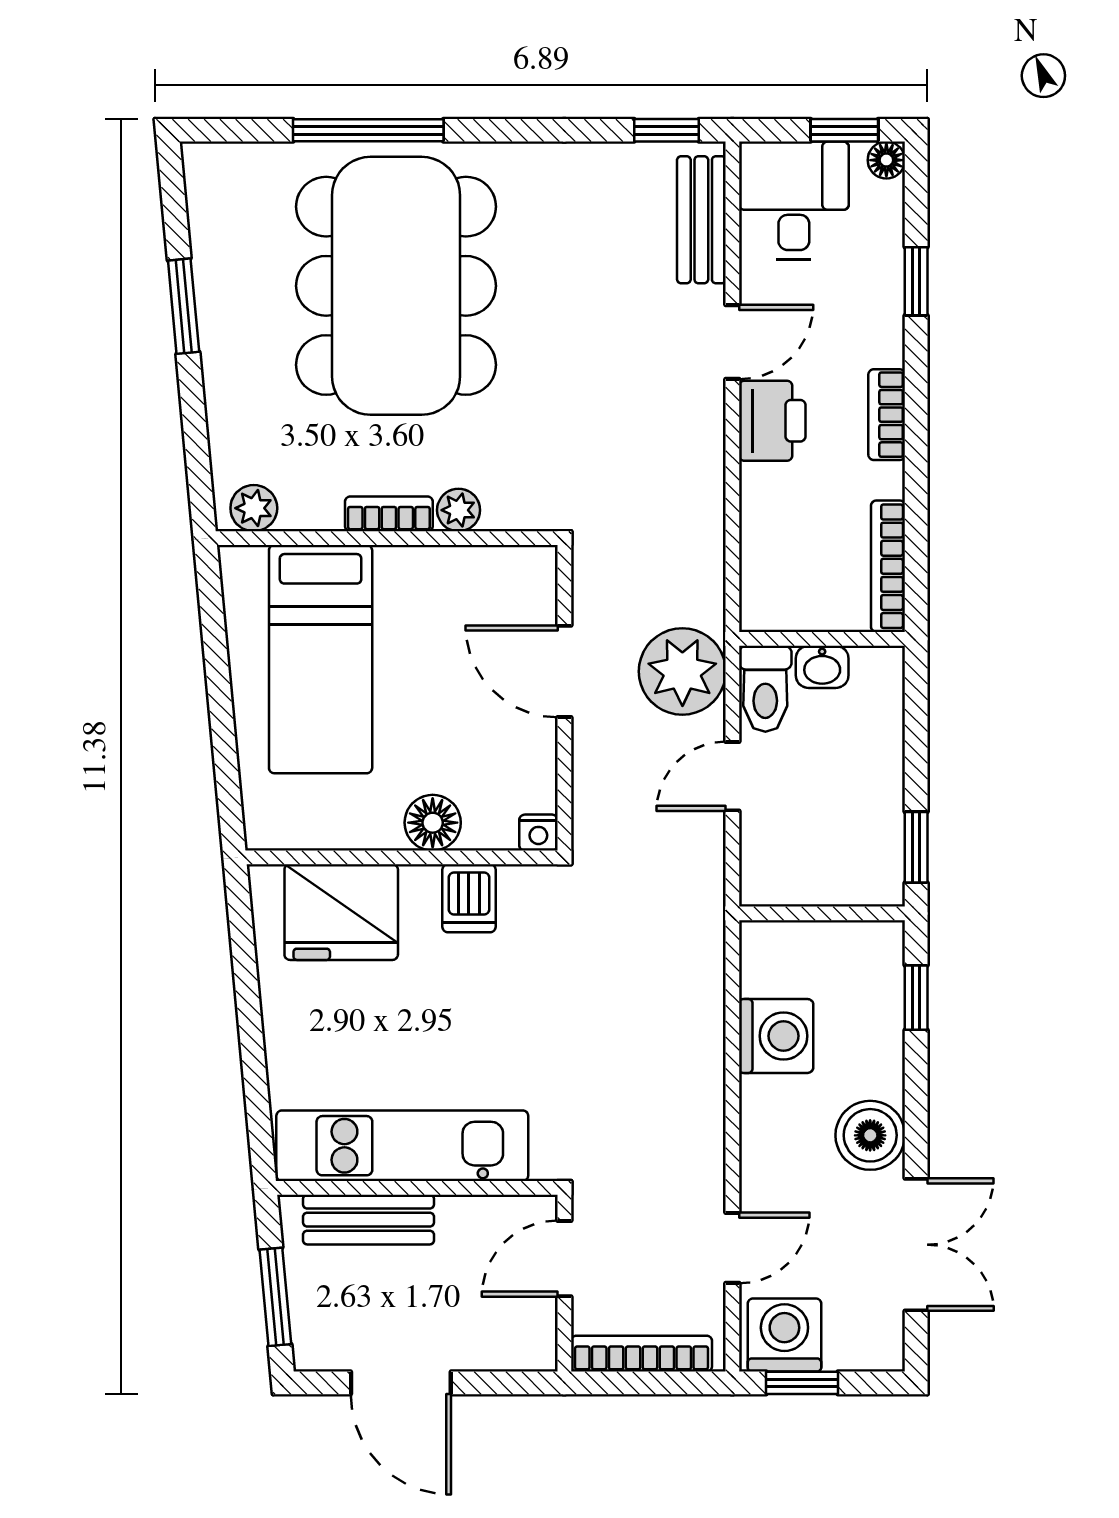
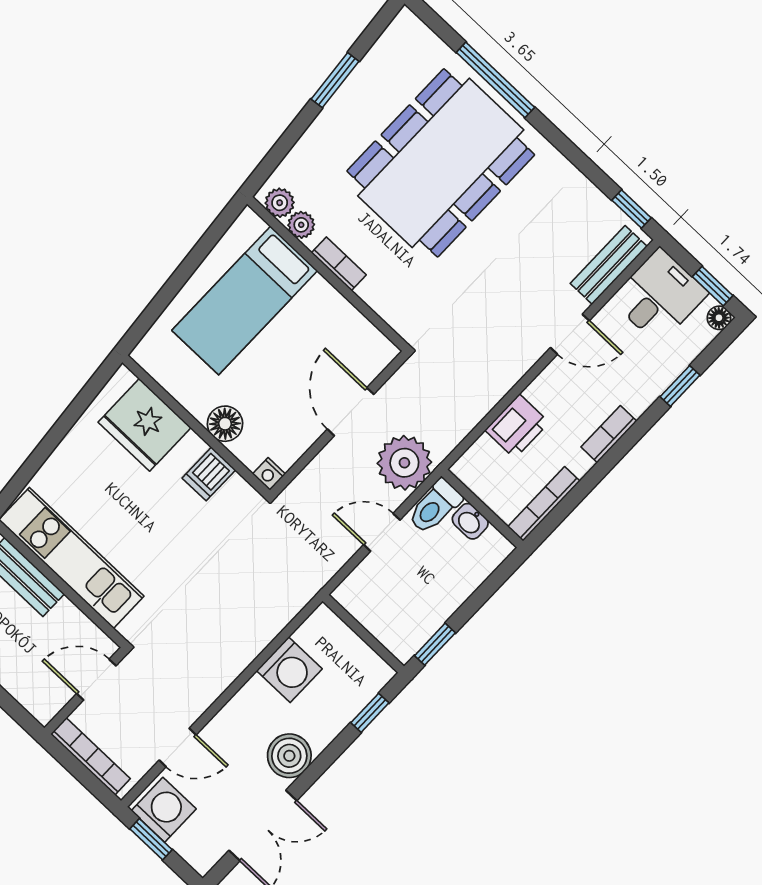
printer: (772, 421) -> (517, 426), moved
plant: (459, 510) -> (301, 225), moved

